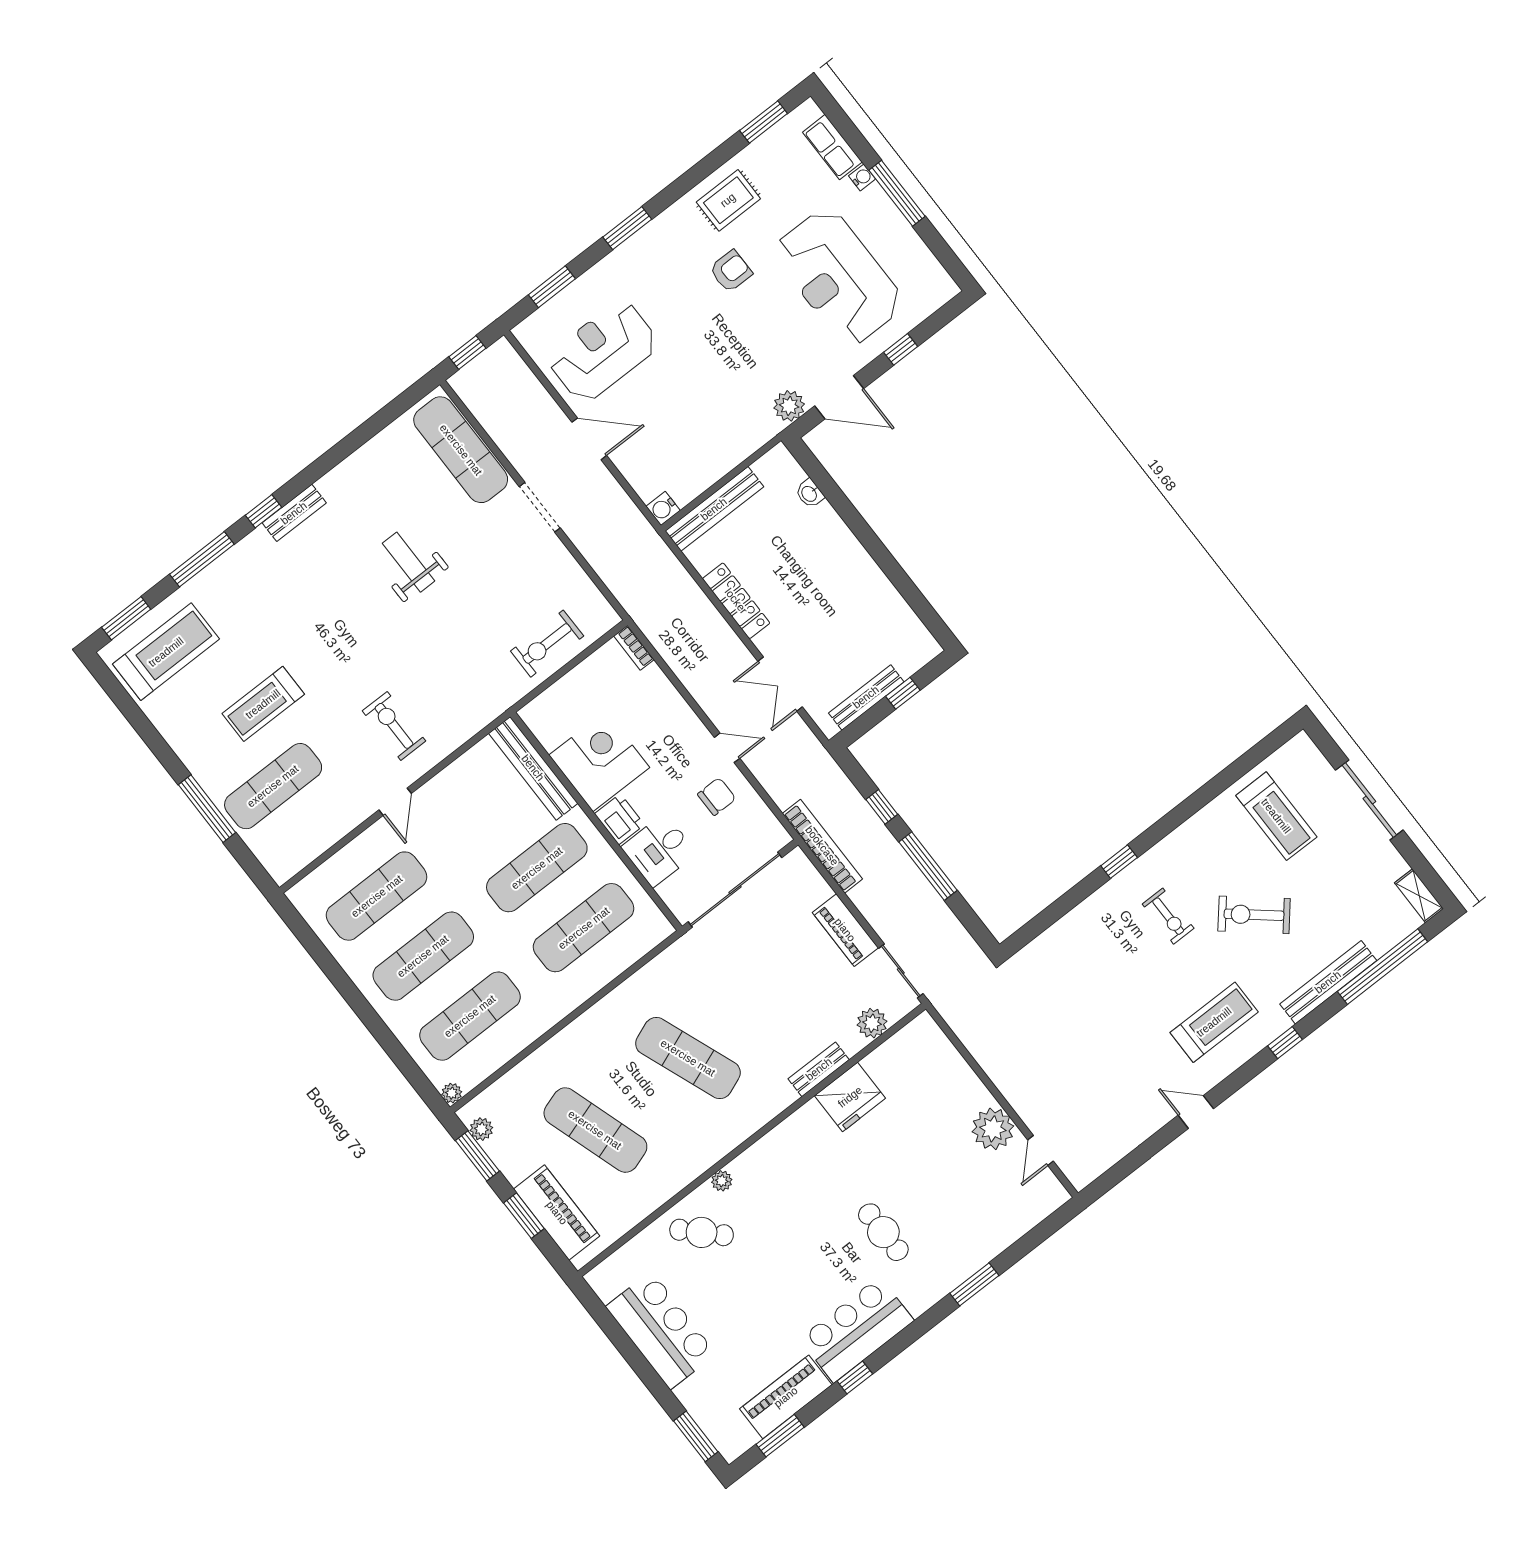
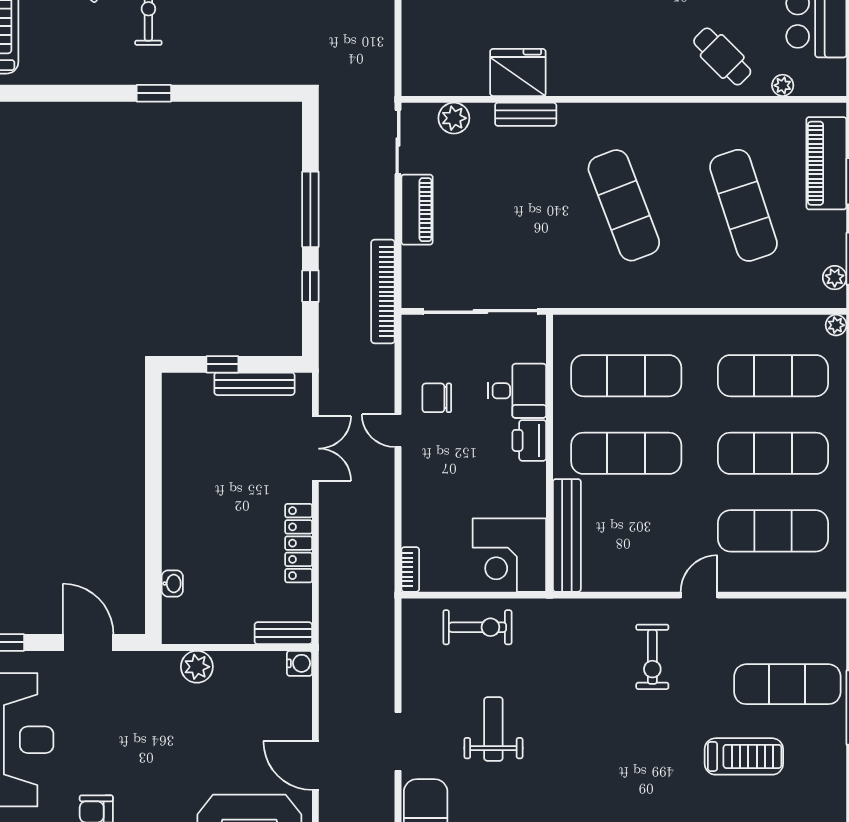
plant: (789, 406) -> (197, 667), moved
bench: (714, 509) -> (283, 633), width x0.54, depth x0.82
weight bench: (409, 562) -> (493, 729), moved, turned 180
corner desk: (599, 761) -> (509, 555), moved
plant: (722, 1181) -> (783, 85), moved

